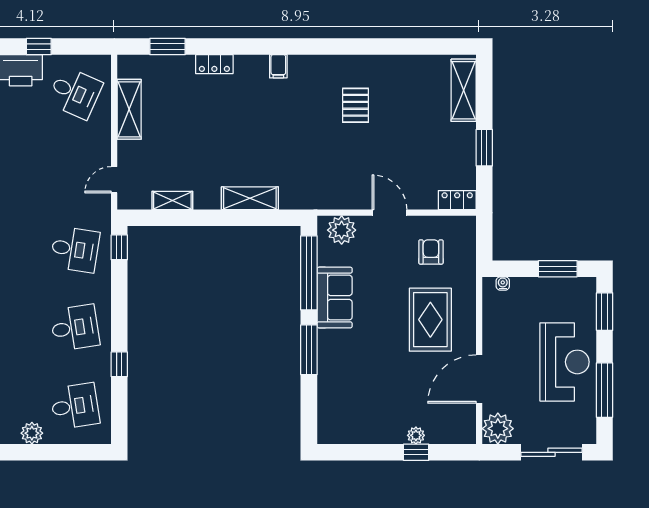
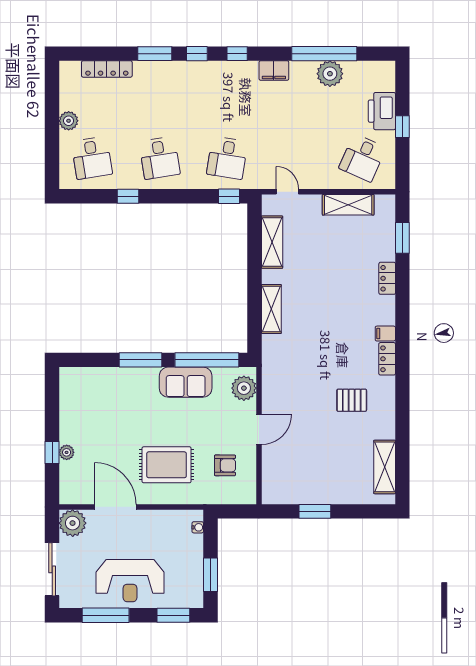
shelving: (464, 90) -> (385, 467), moved, turned 90
shelving: (172, 200) -> (272, 242), width x1.50, depth x1.33
locker: (457, 200) -> (387, 359), moved, turned 180

